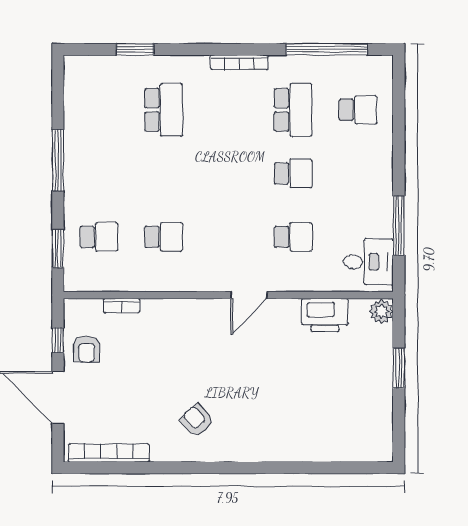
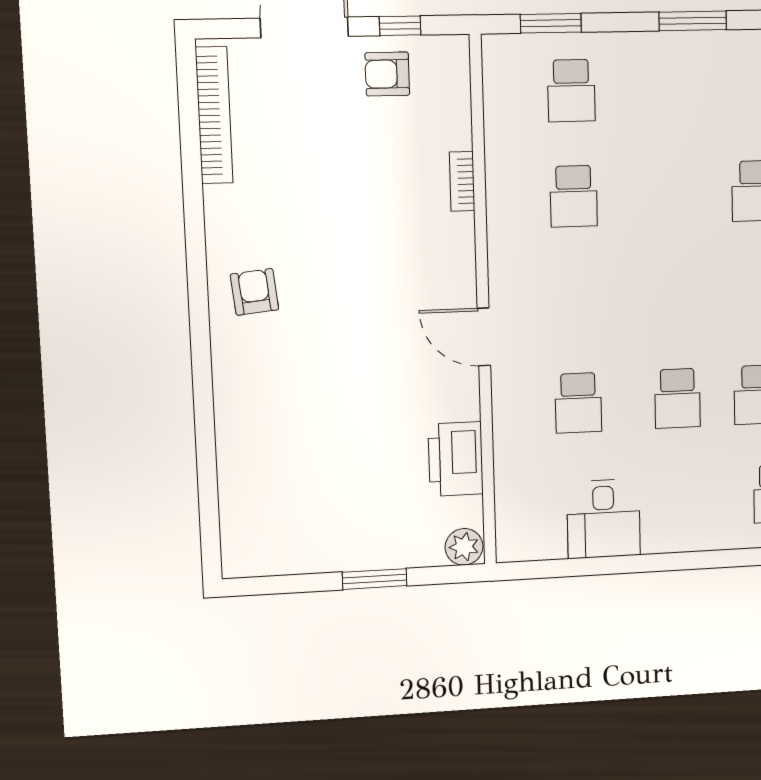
window: (58, 160) -> (693, 21), width x0.69
window: (399, 226) -> (600, 566), removed
desk: (368, 262) -> (604, 519), moved
bookcase: (122, 306) -> (462, 181), moved
armchair: (197, 420) -> (255, 292), moved, turned -54

